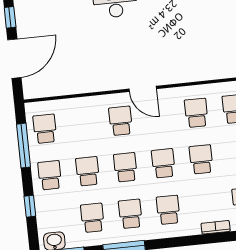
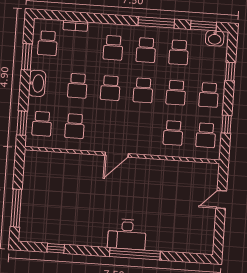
window: (10, 17) -> (219, 235), removed
door: (14, 59) -> (221, 200), width x0.53
door: (143, 89) -> (117, 155), swing flipped
school desk: (121, 121) -> (173, 133), moved
window: (24, 146) -> (227, 124), width x0.46

